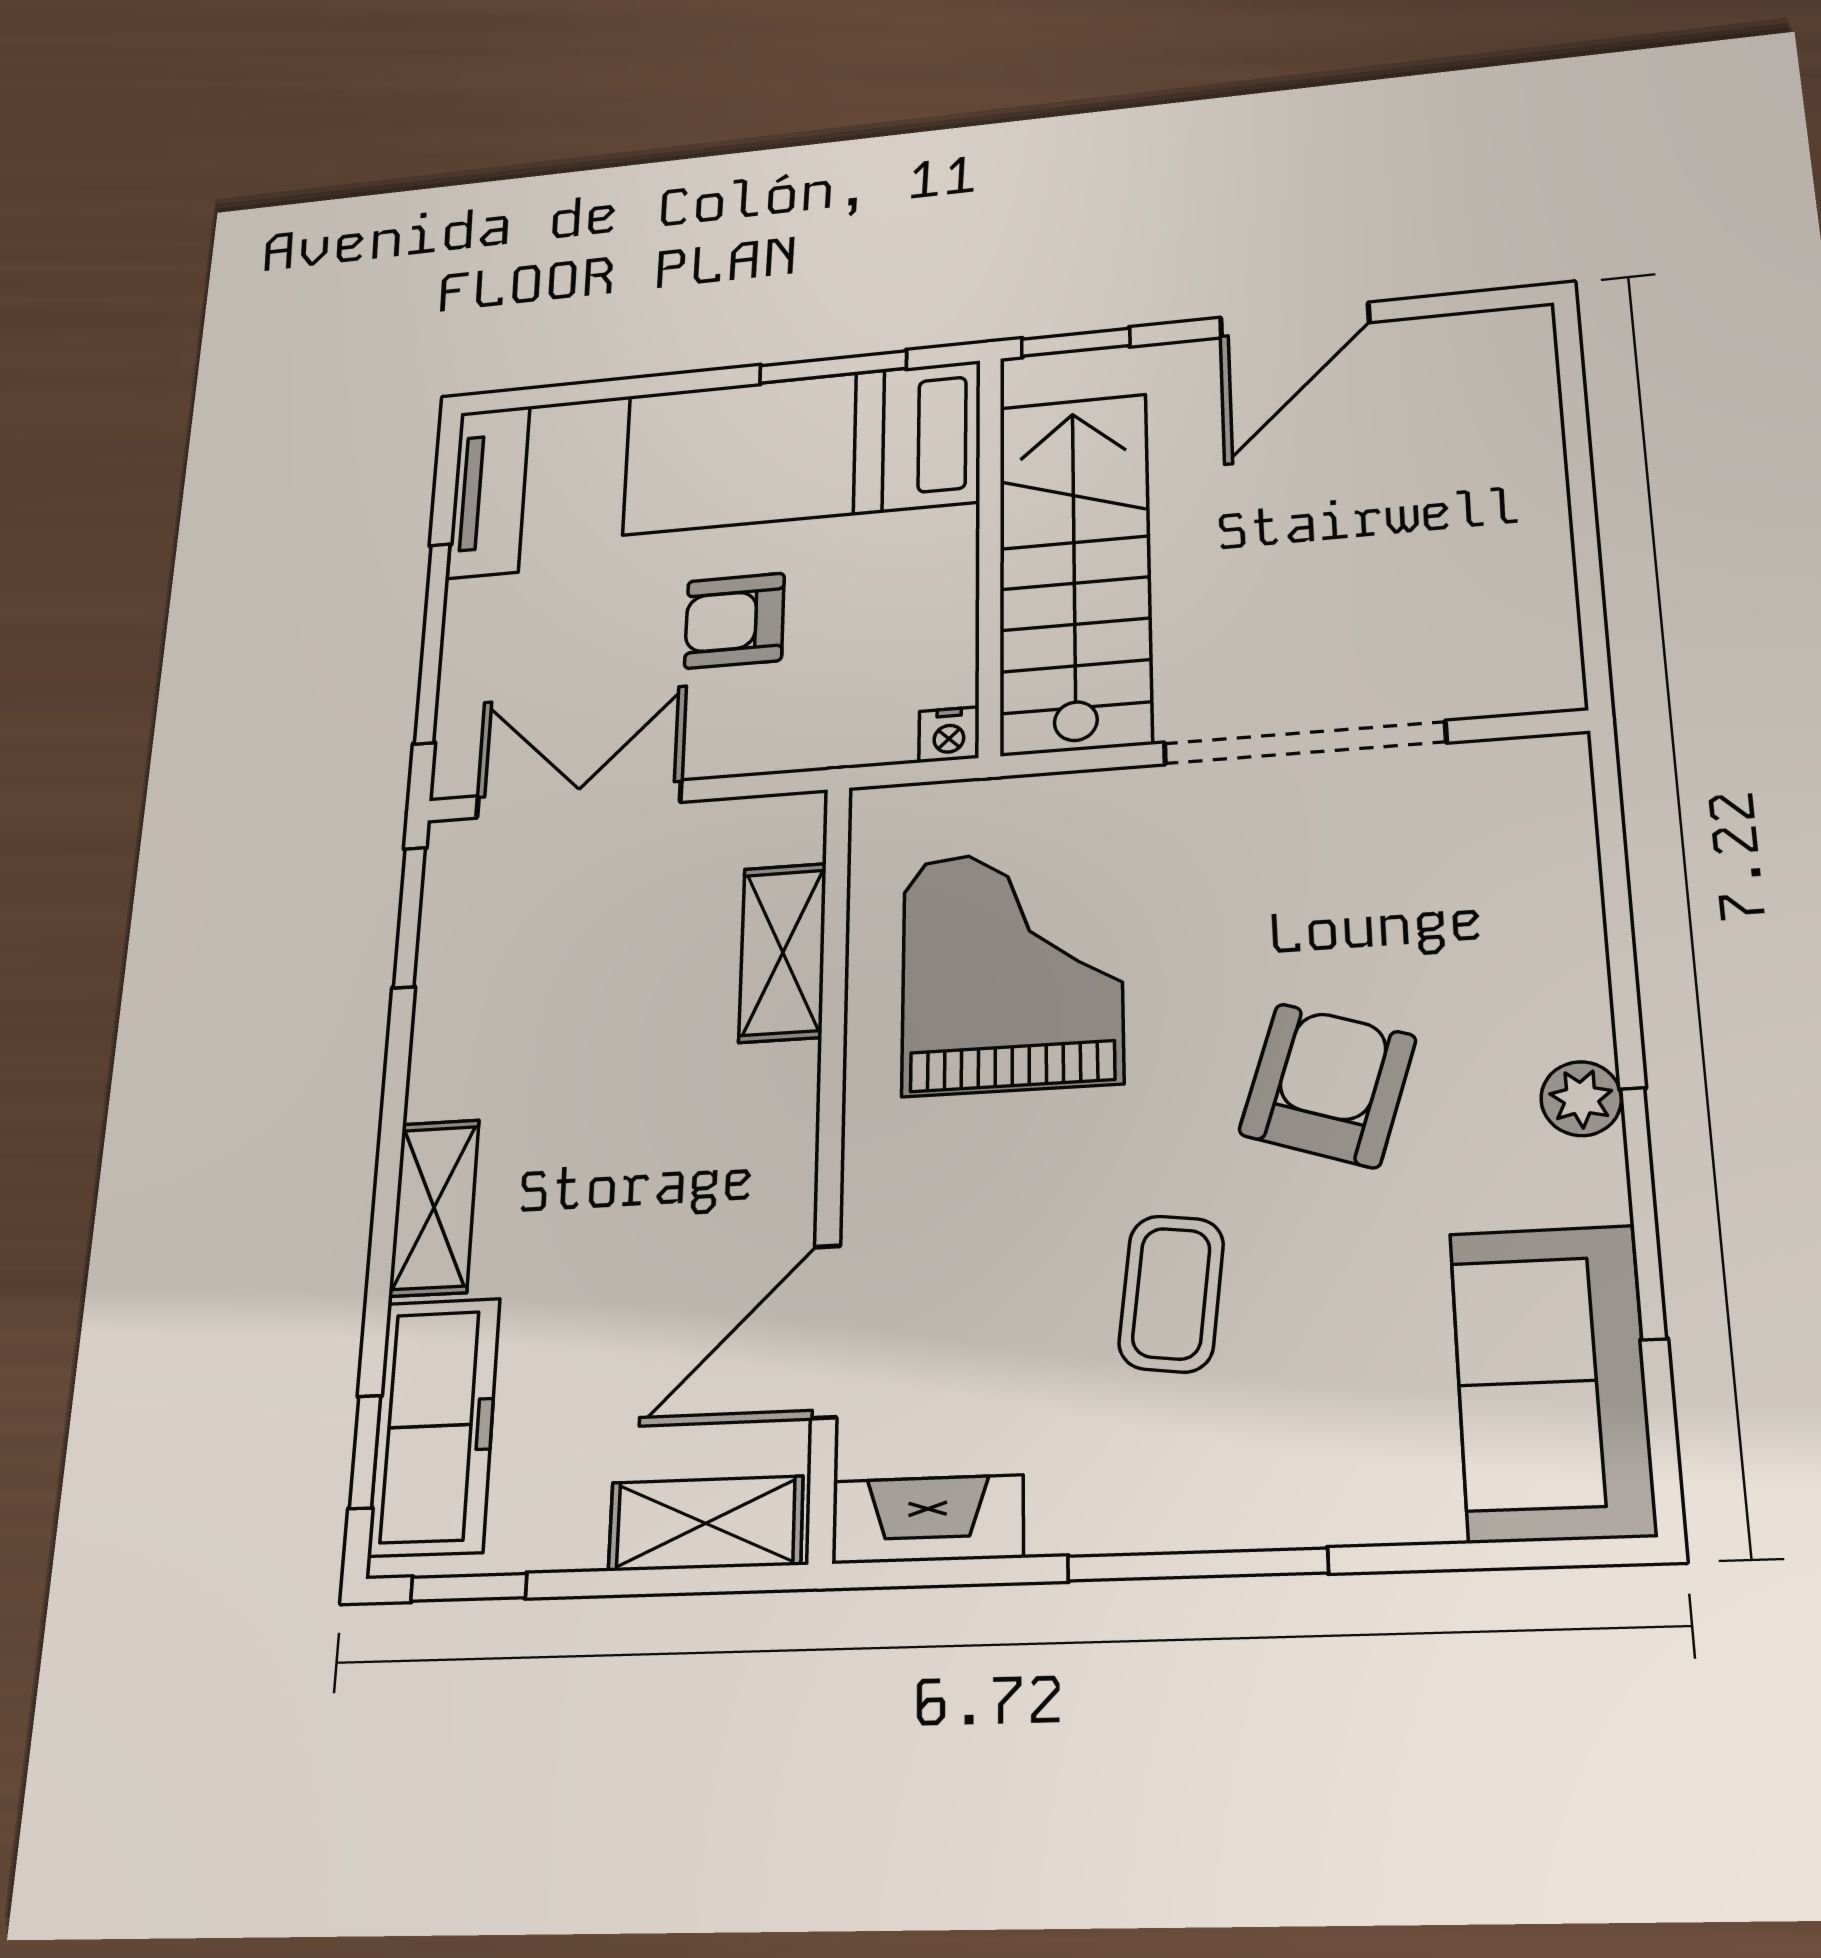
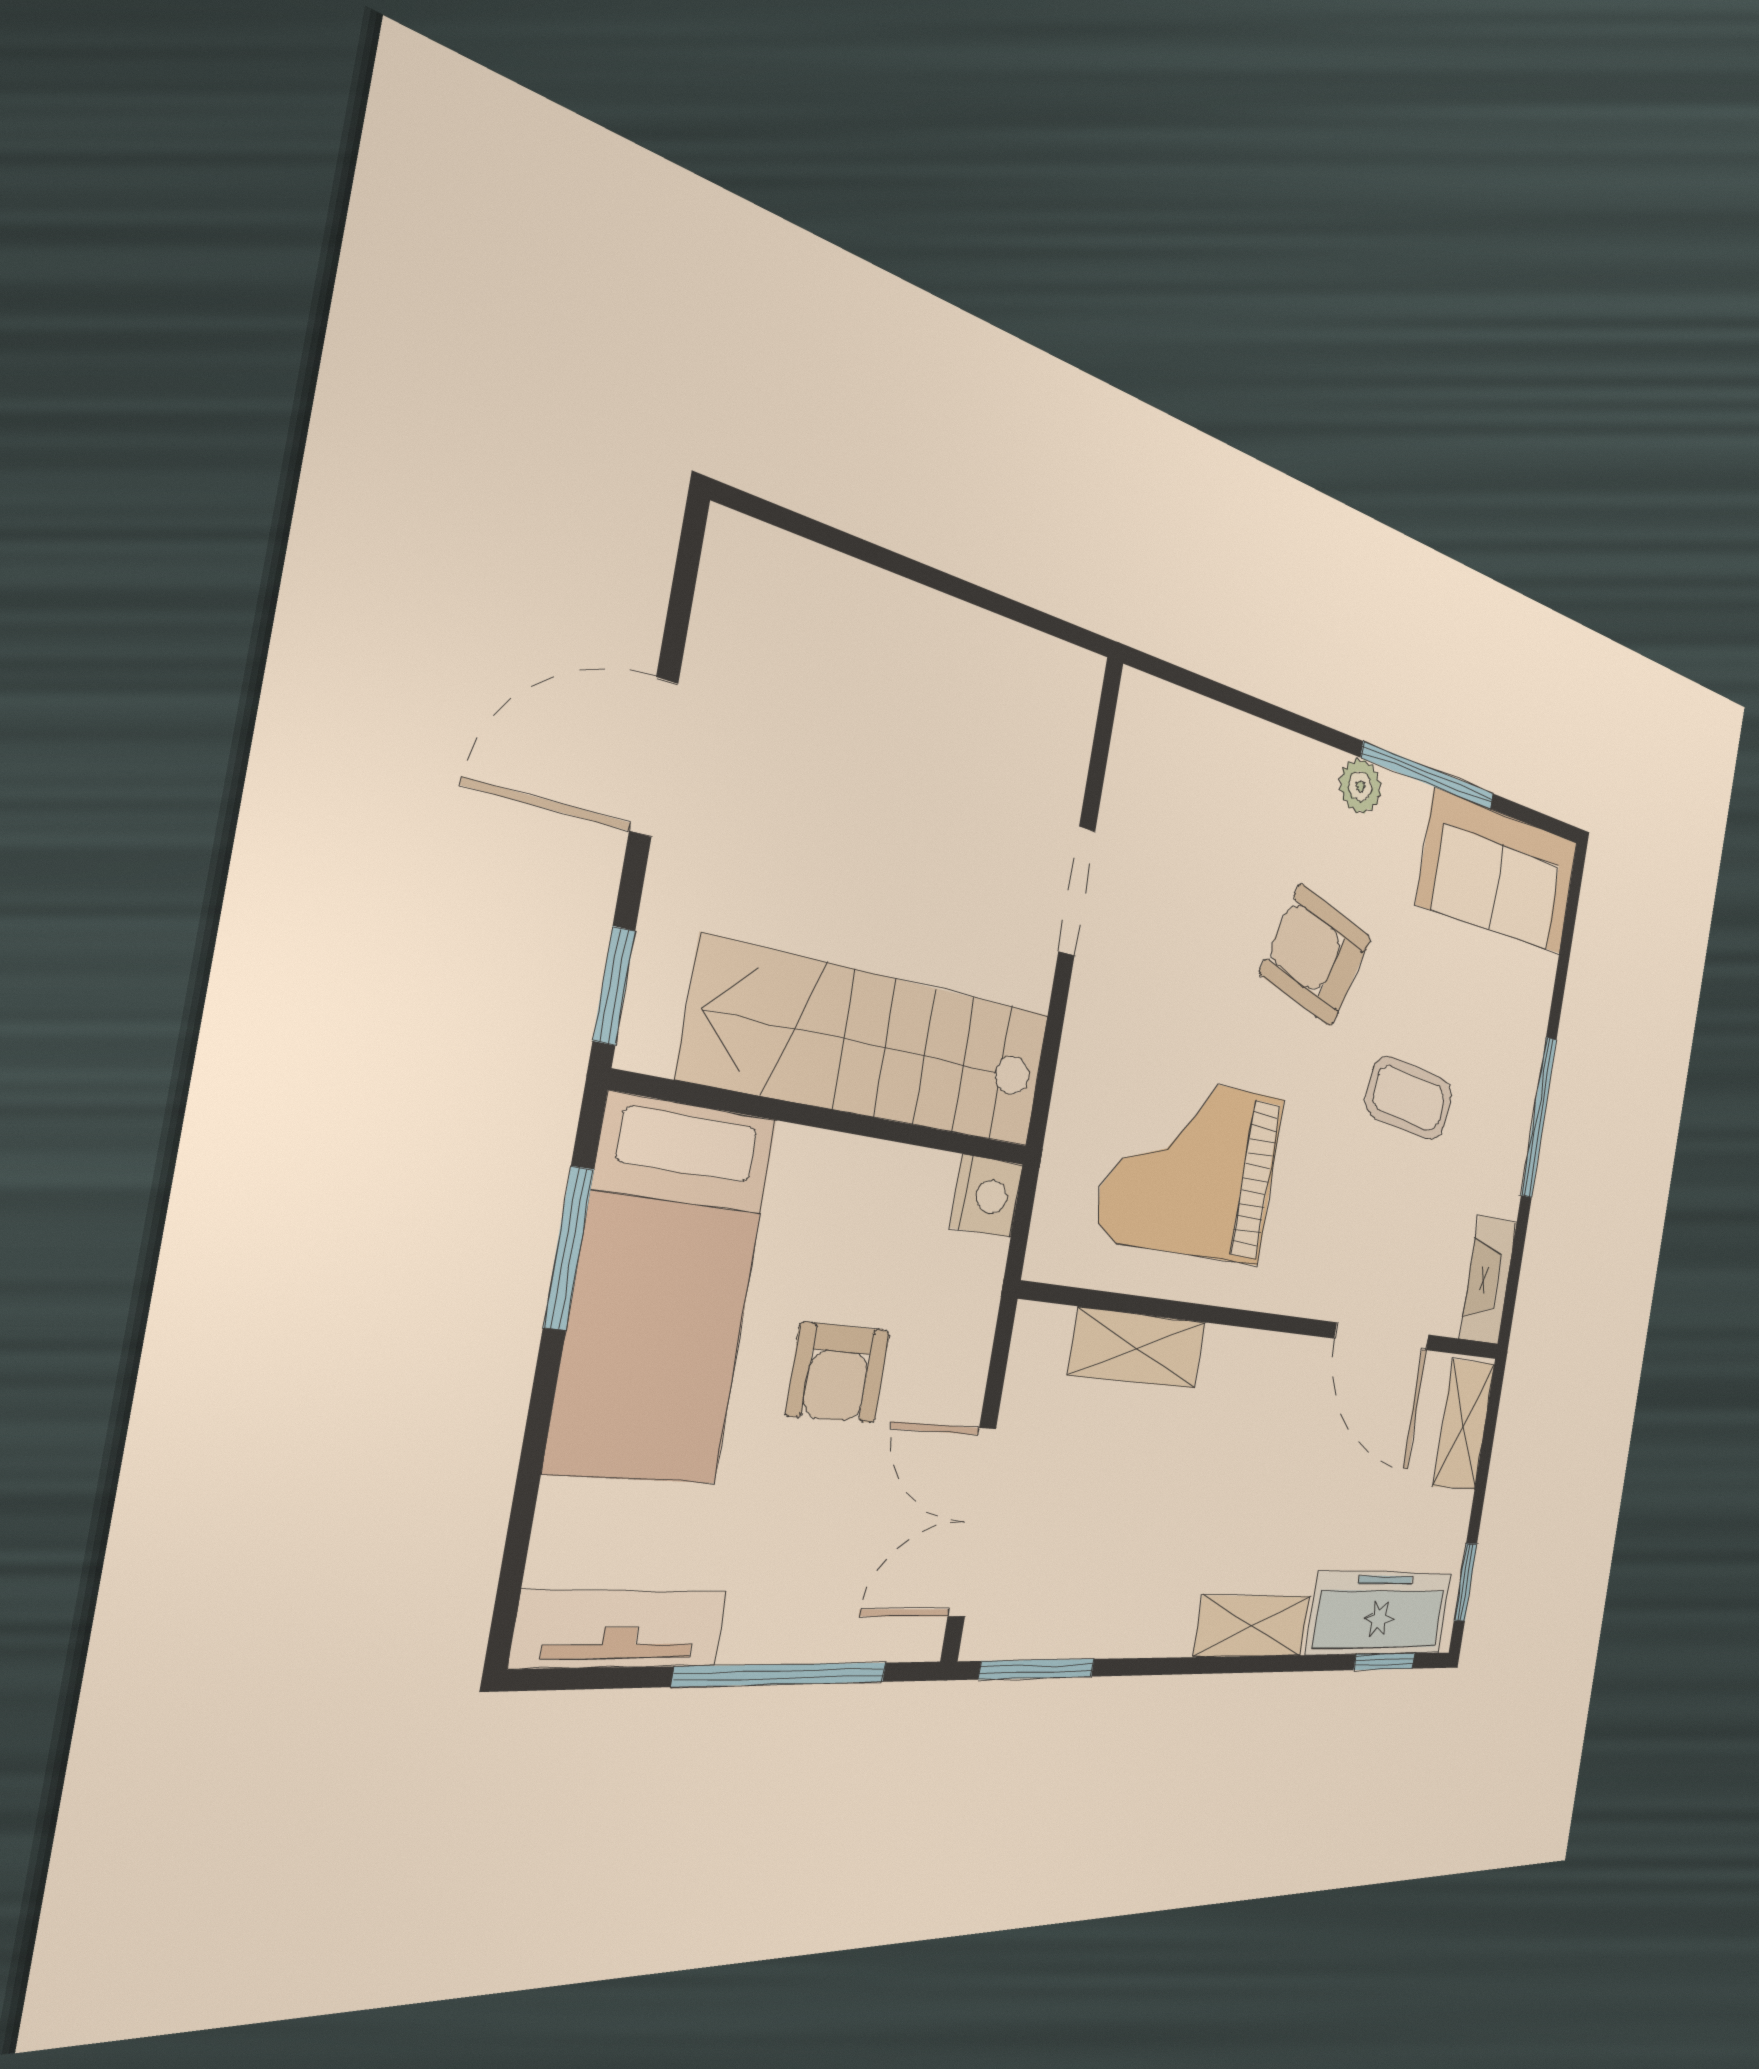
door: (1295, 320) -> (654, 757), swing flipped
nightstand: (949, 735) -> (987, 1196), width x1.39, depth x1.35
doorway: (1304, 743) -> (1077, 891), width x0.53

